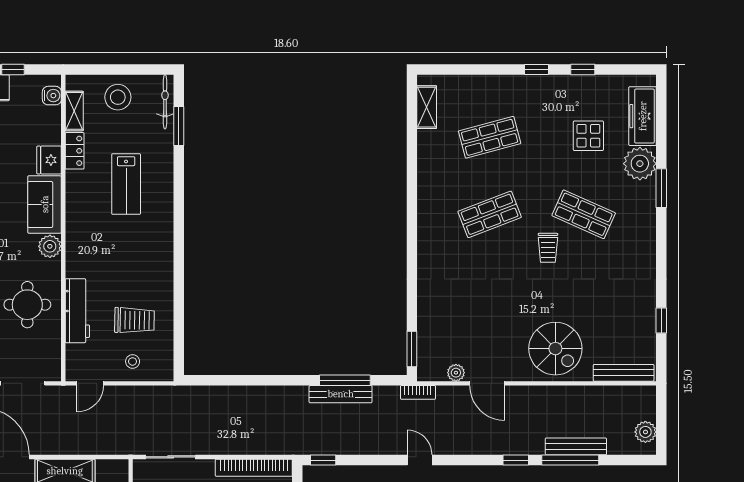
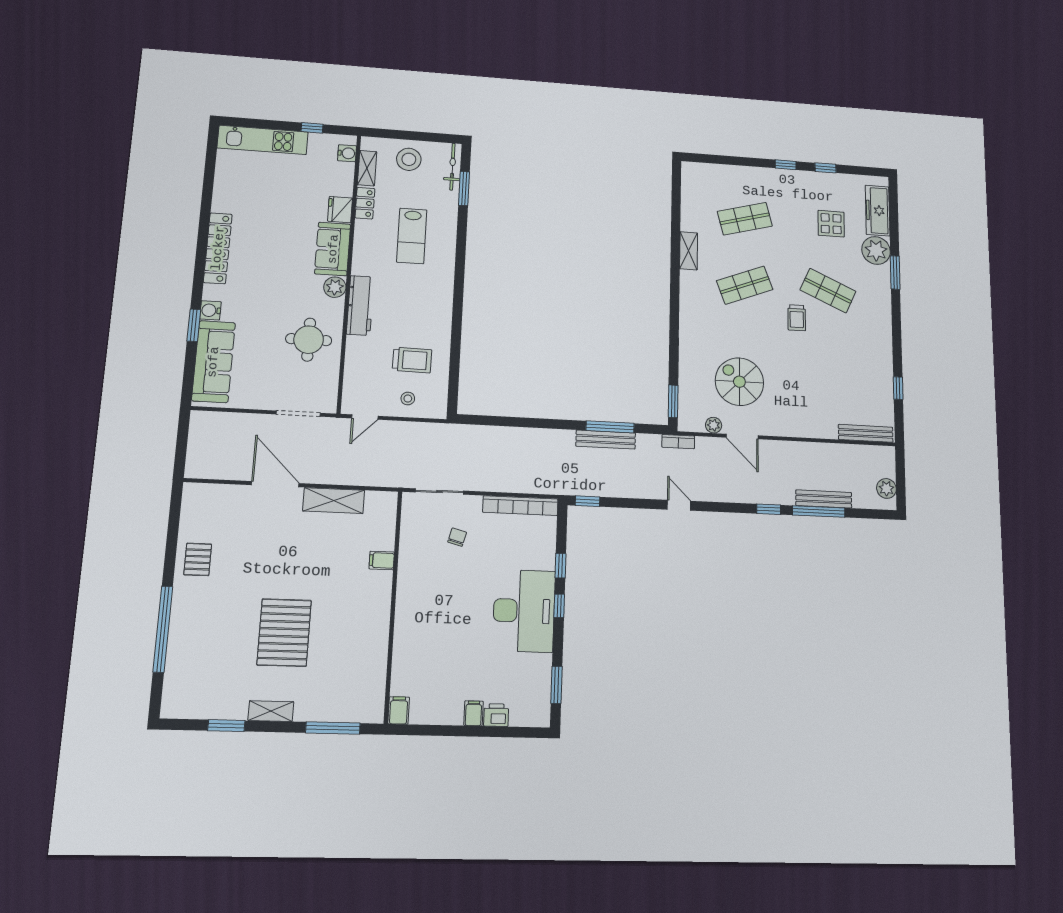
shelving: (427, 107) -> (689, 251), moved
workbench: (77, 311) -> (360, 305), moved
spiral stairs: (555, 349) -> (739, 382), moved, turned 180

